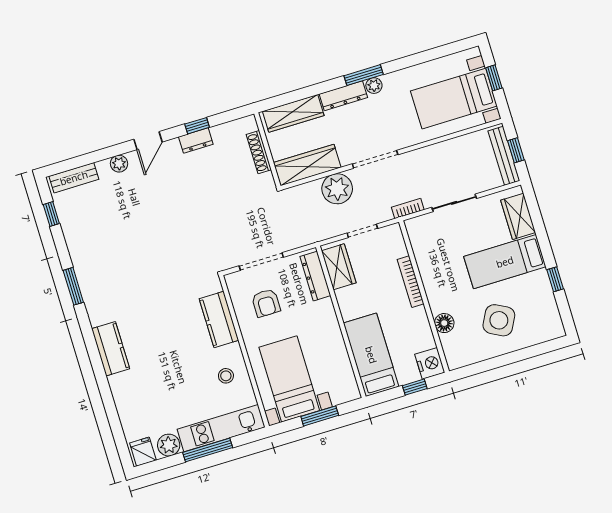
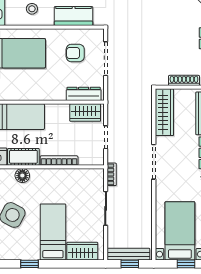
plant: (337, 189) -> (141, 128), removed
cot: (420, 329) -> (23, 157), added

